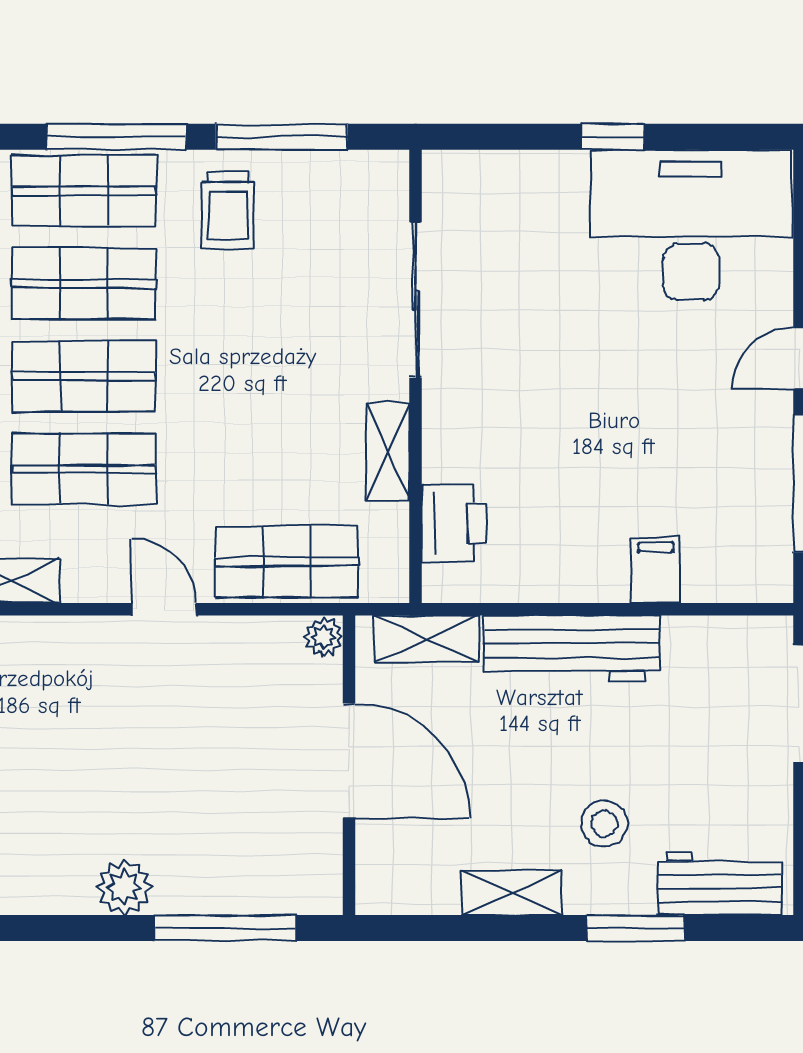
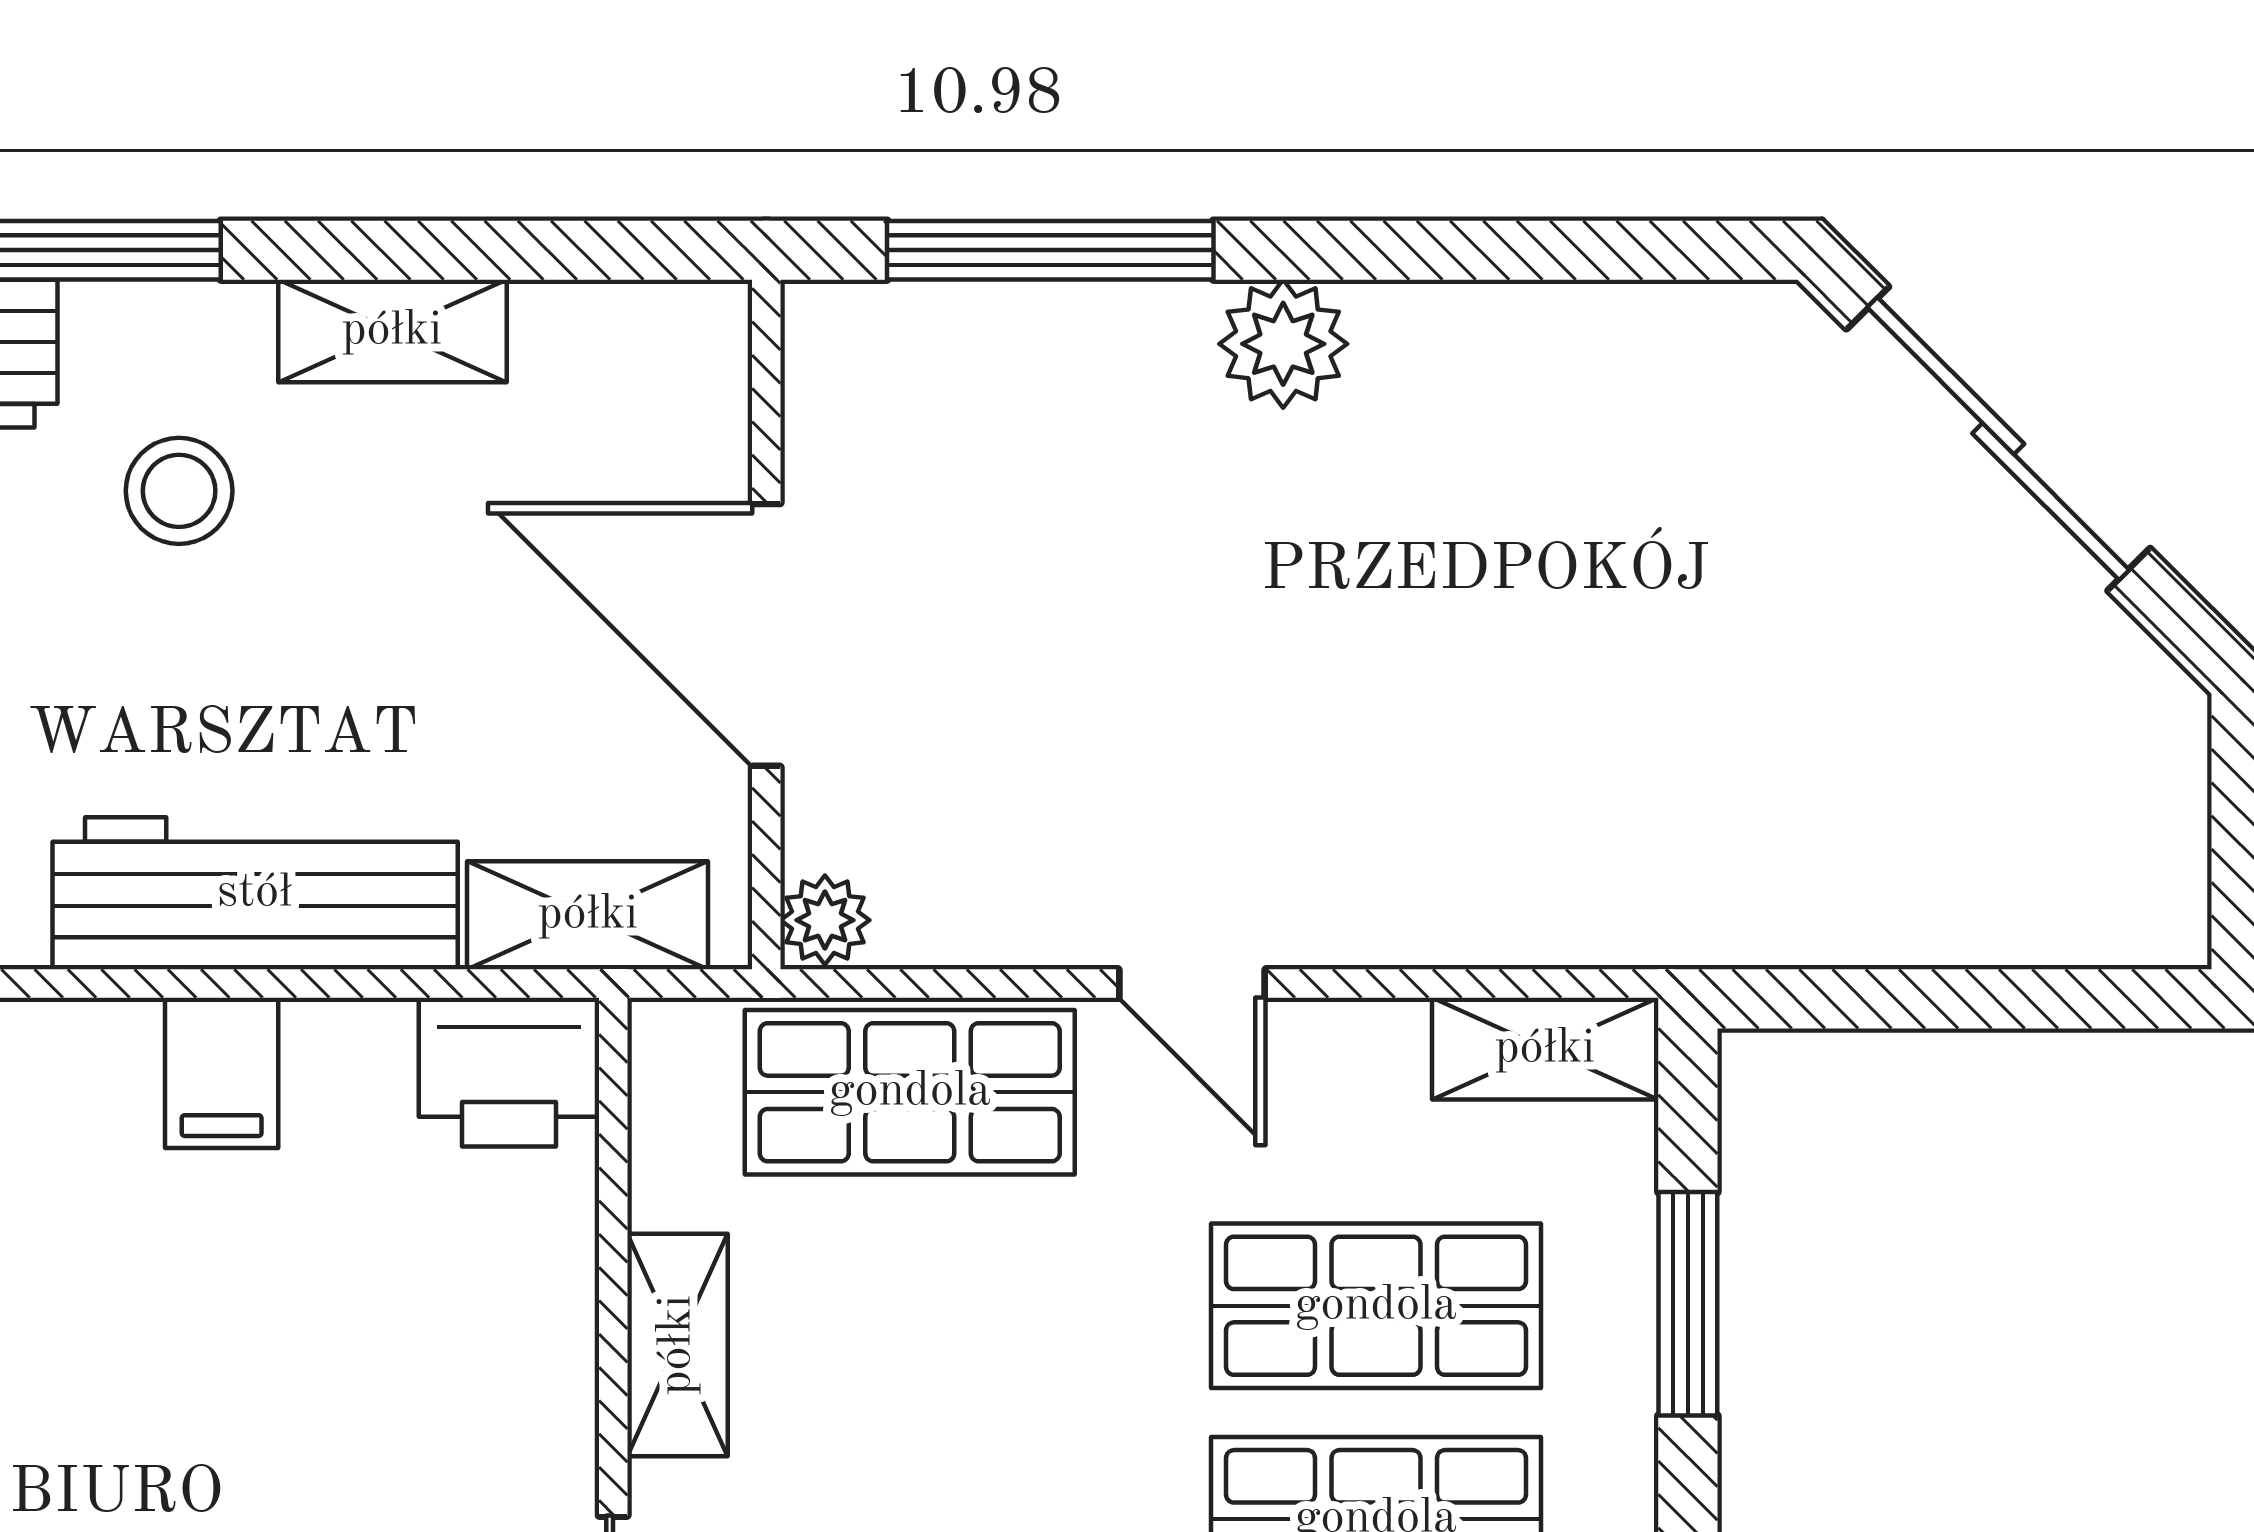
printer: (454, 523) -> (509, 1072), moved, turned -90
filing cabinet: (656, 570) -> (222, 1073), moved

